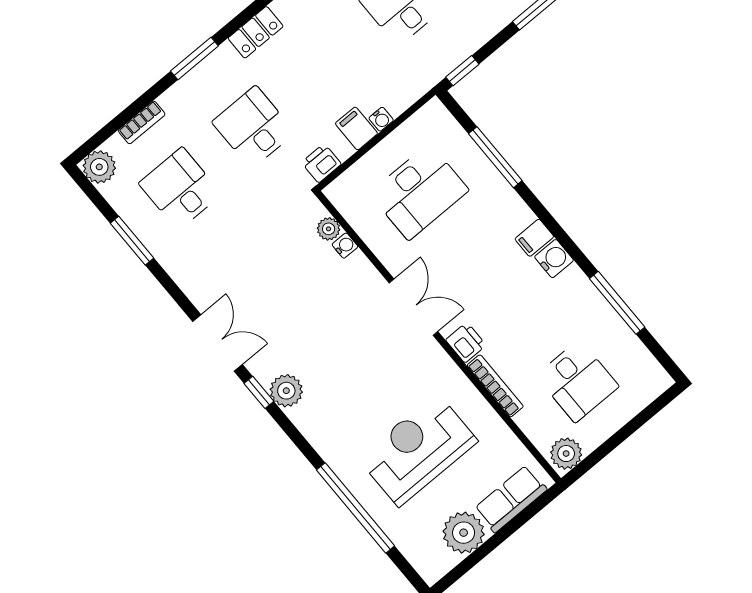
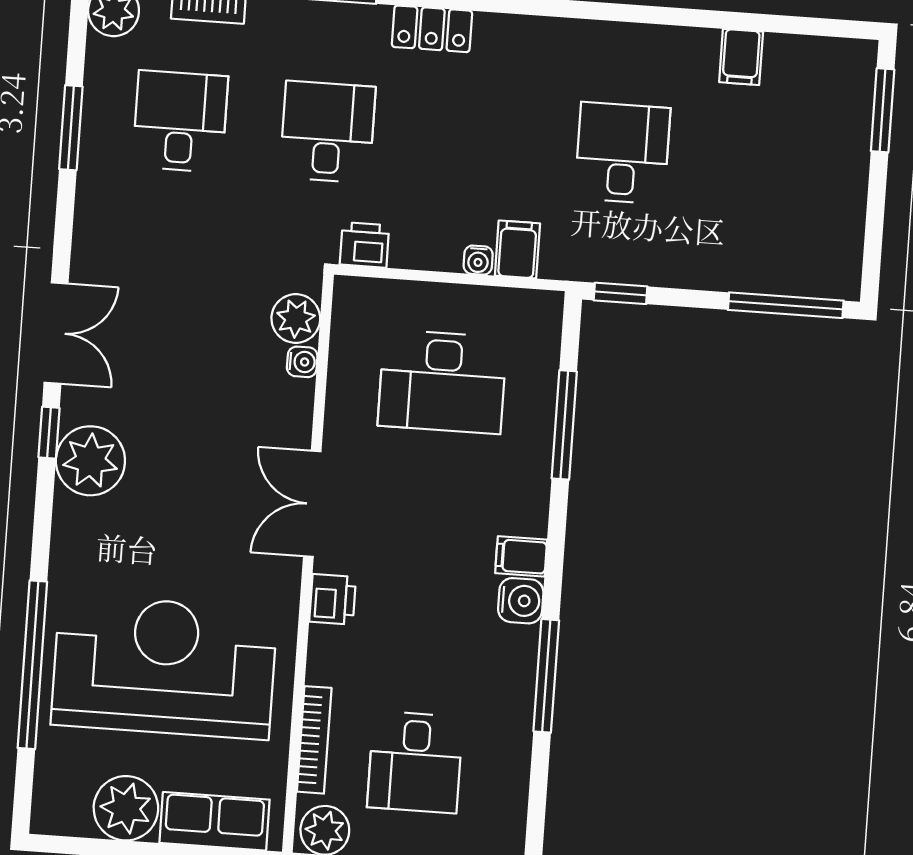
filing cabinet: (356, 128) -> (517, 249), moved
plant: (329, 229) -> (296, 319), width x1.38, depth x1.38
window: (617, 303) -> (546, 676), moved
double door: (413, 307) -> (312, 504), swing flipped
bookcase: (495, 386) -> (314, 740), moved
plant: (286, 391) -> (90, 461), width x1.36, depth x1.36
reception desk: (418, 450) -> (164, 667), width x1.36, depth x1.30

